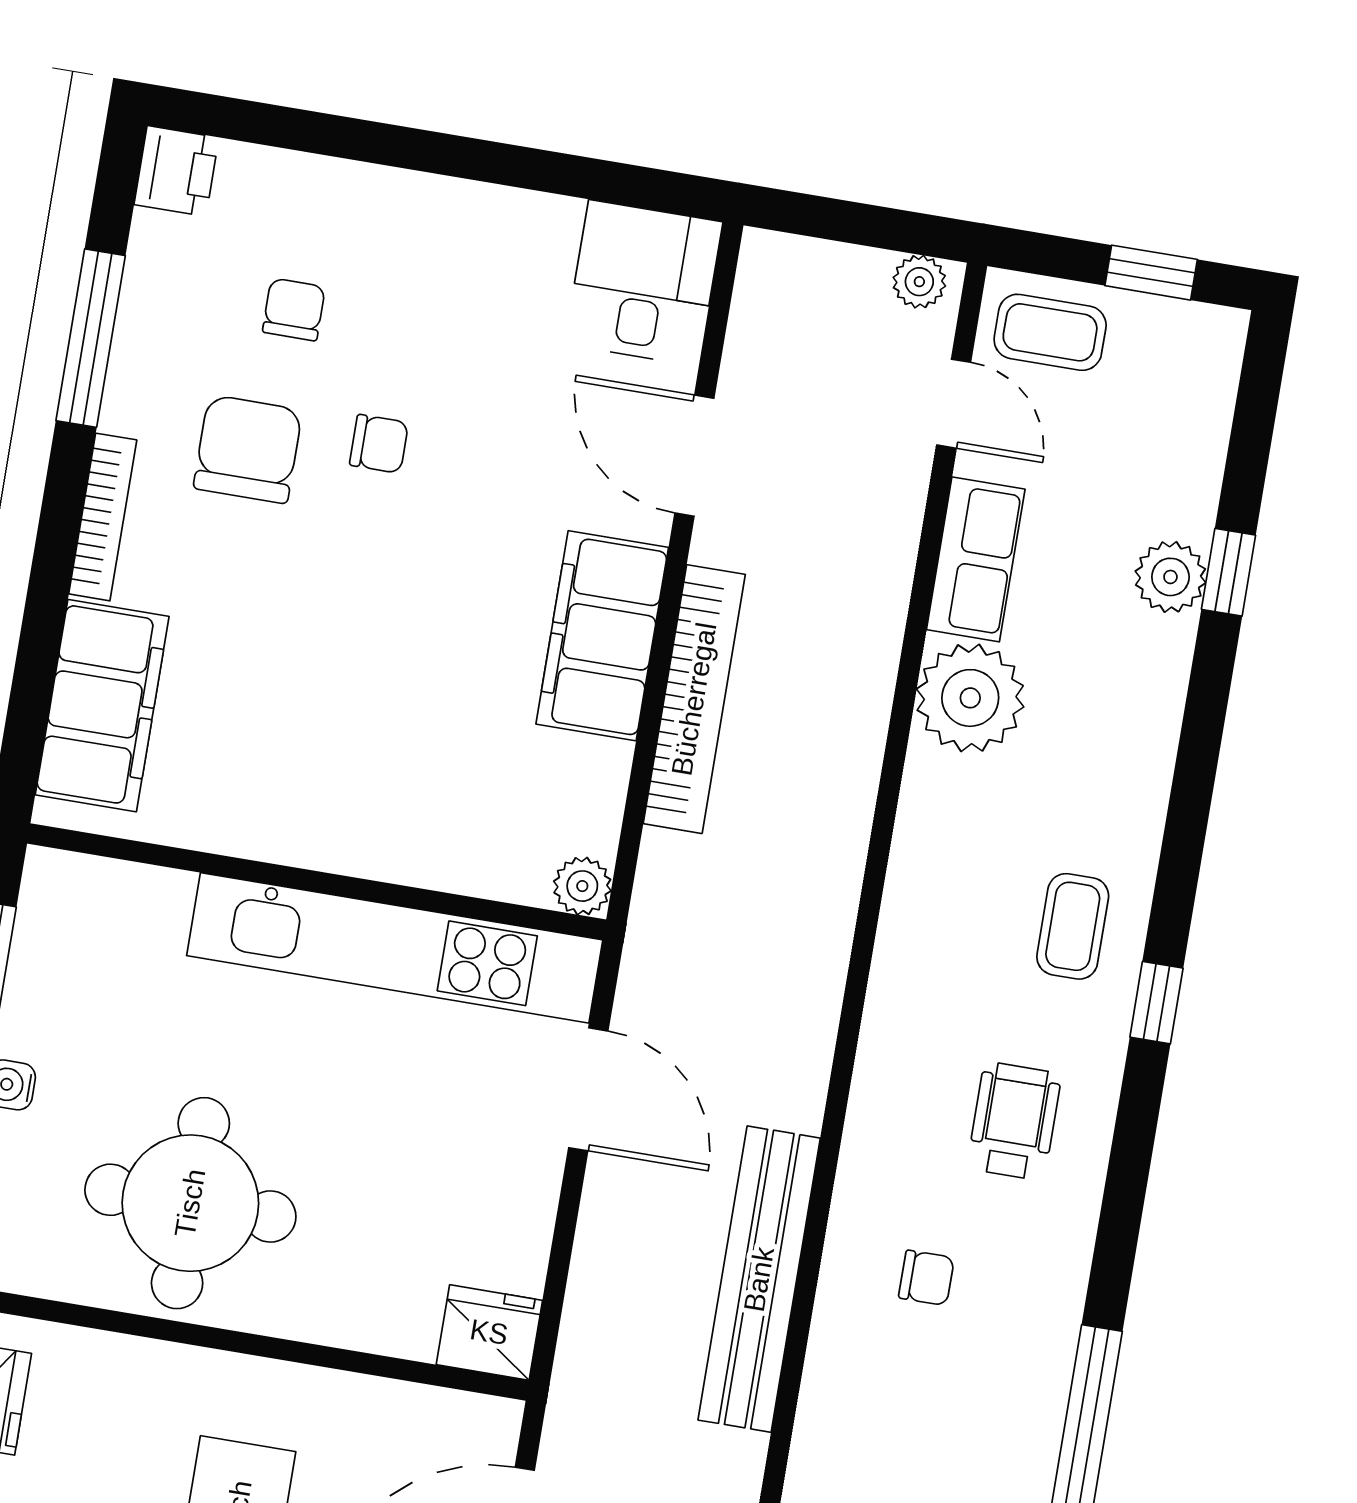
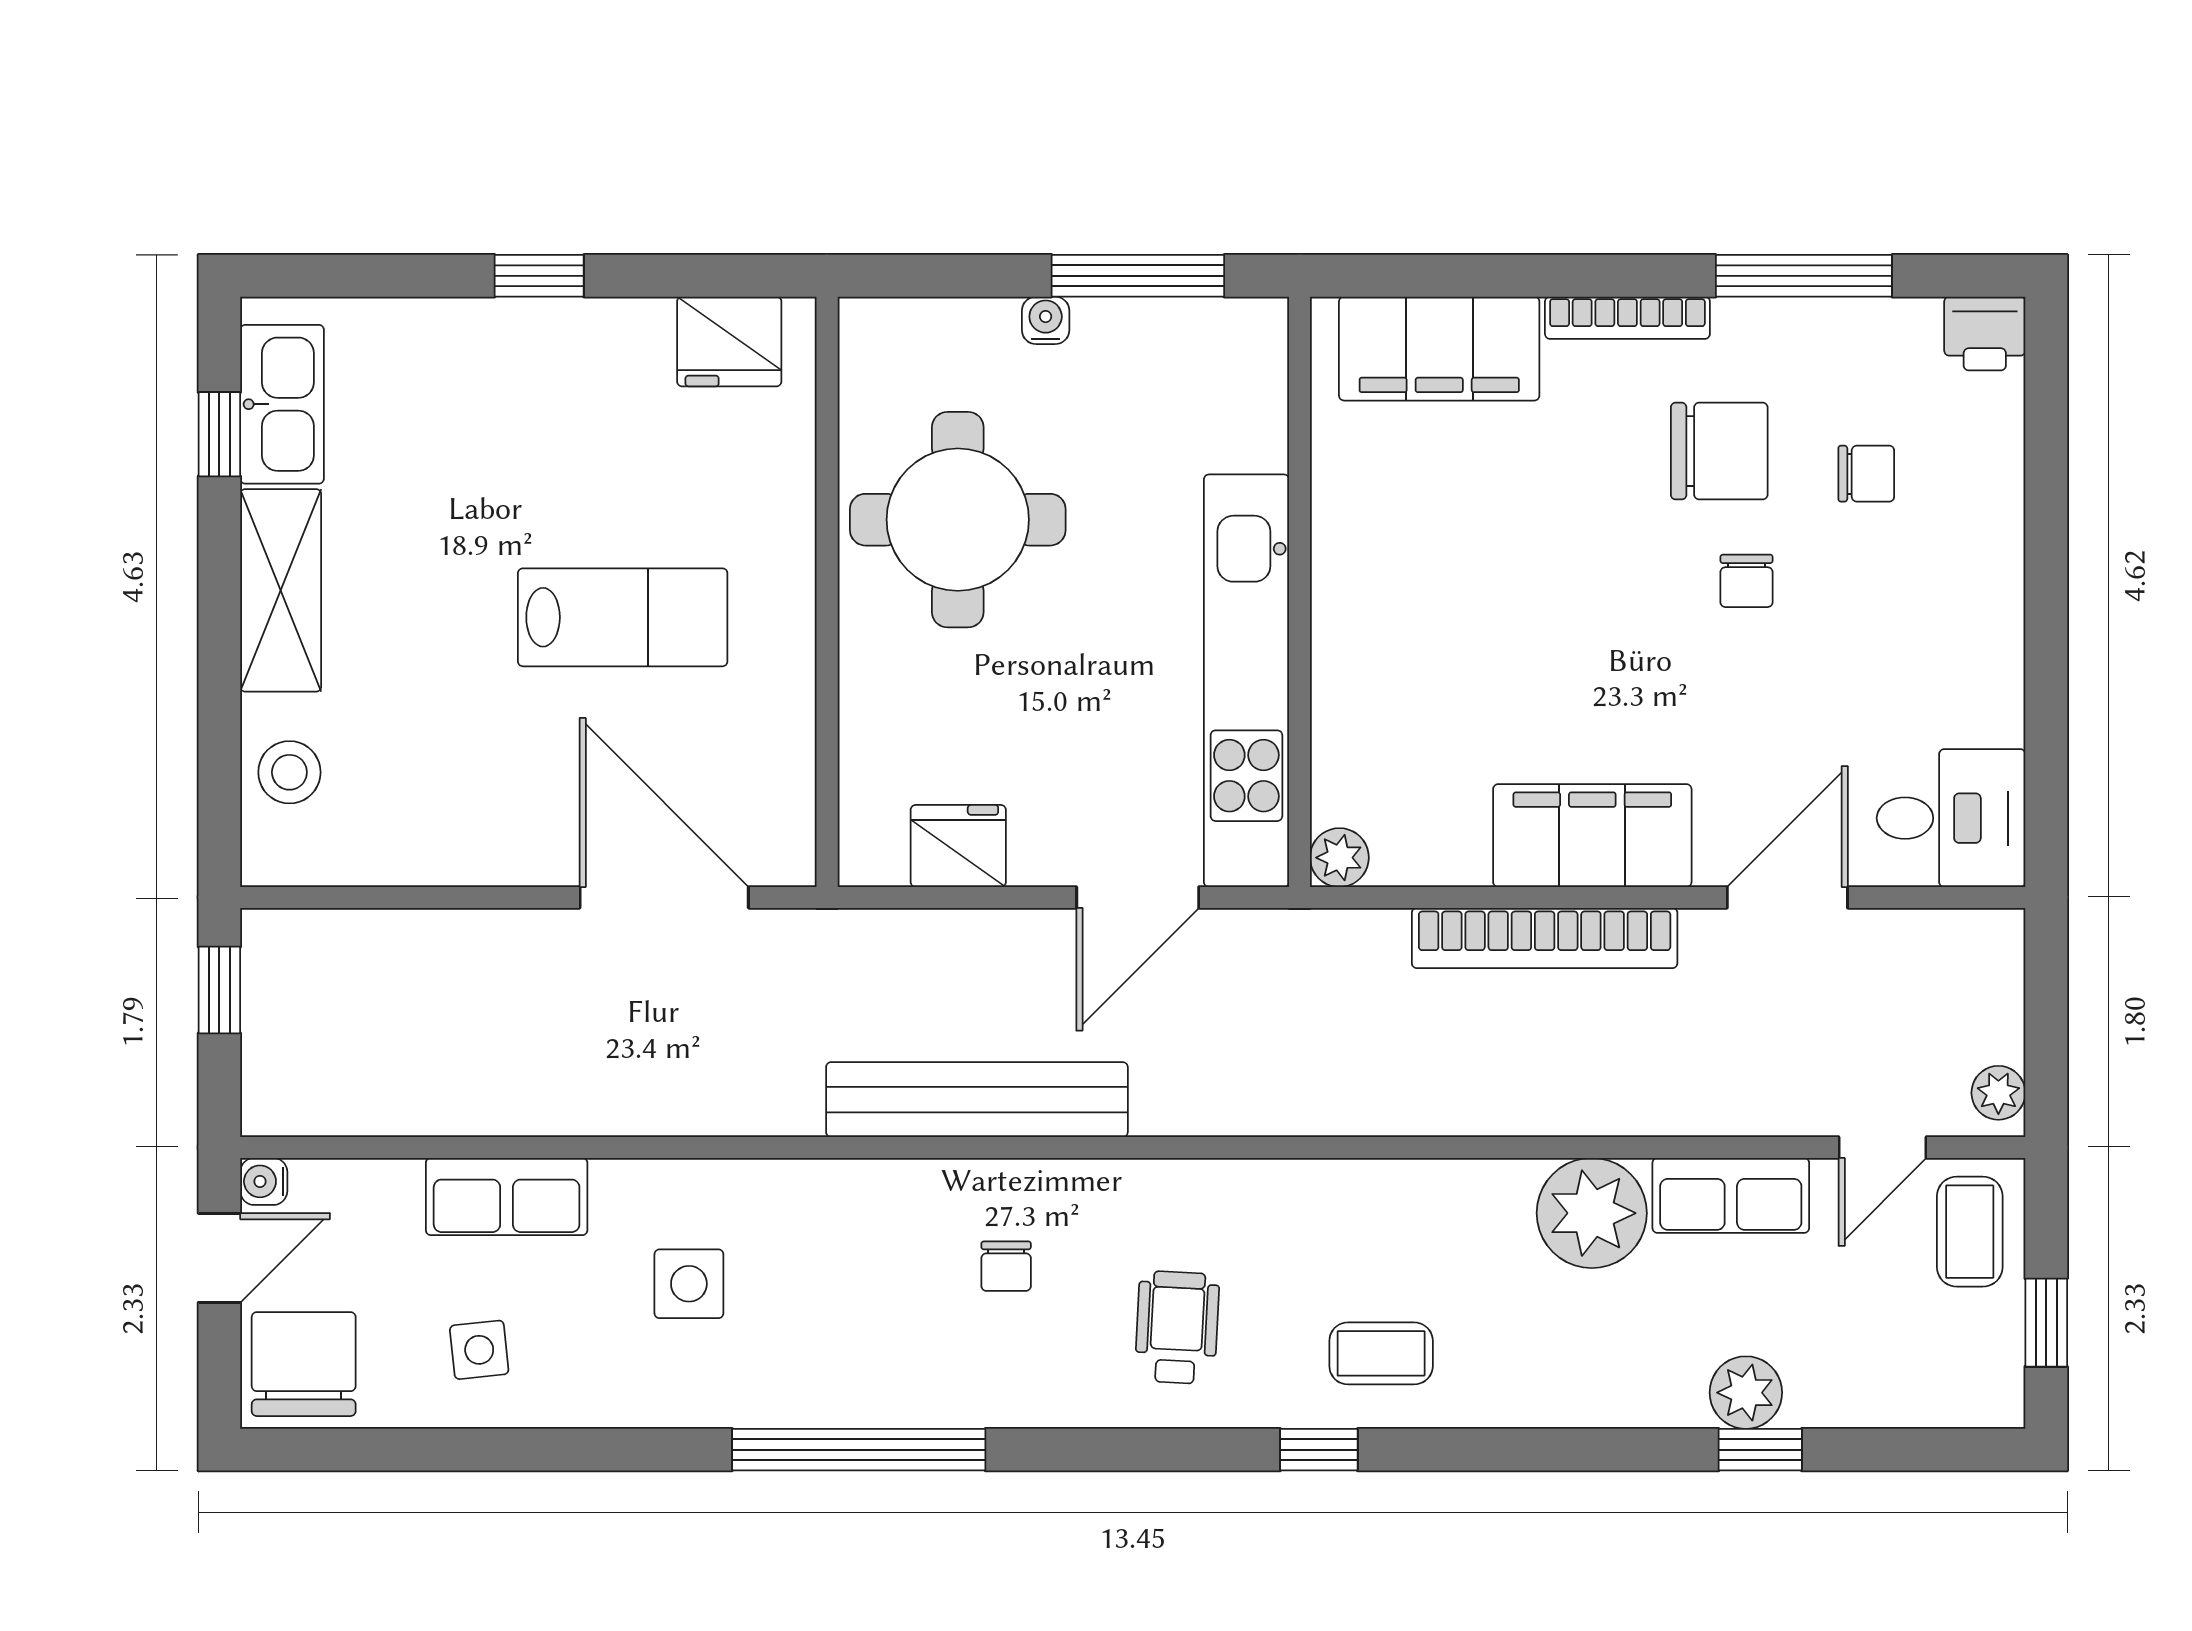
wheelchair: (1014, 1121) -> (1177, 1328), turned -87
fridge: (489, 1332) -> (958, 846), moved, turned -90

